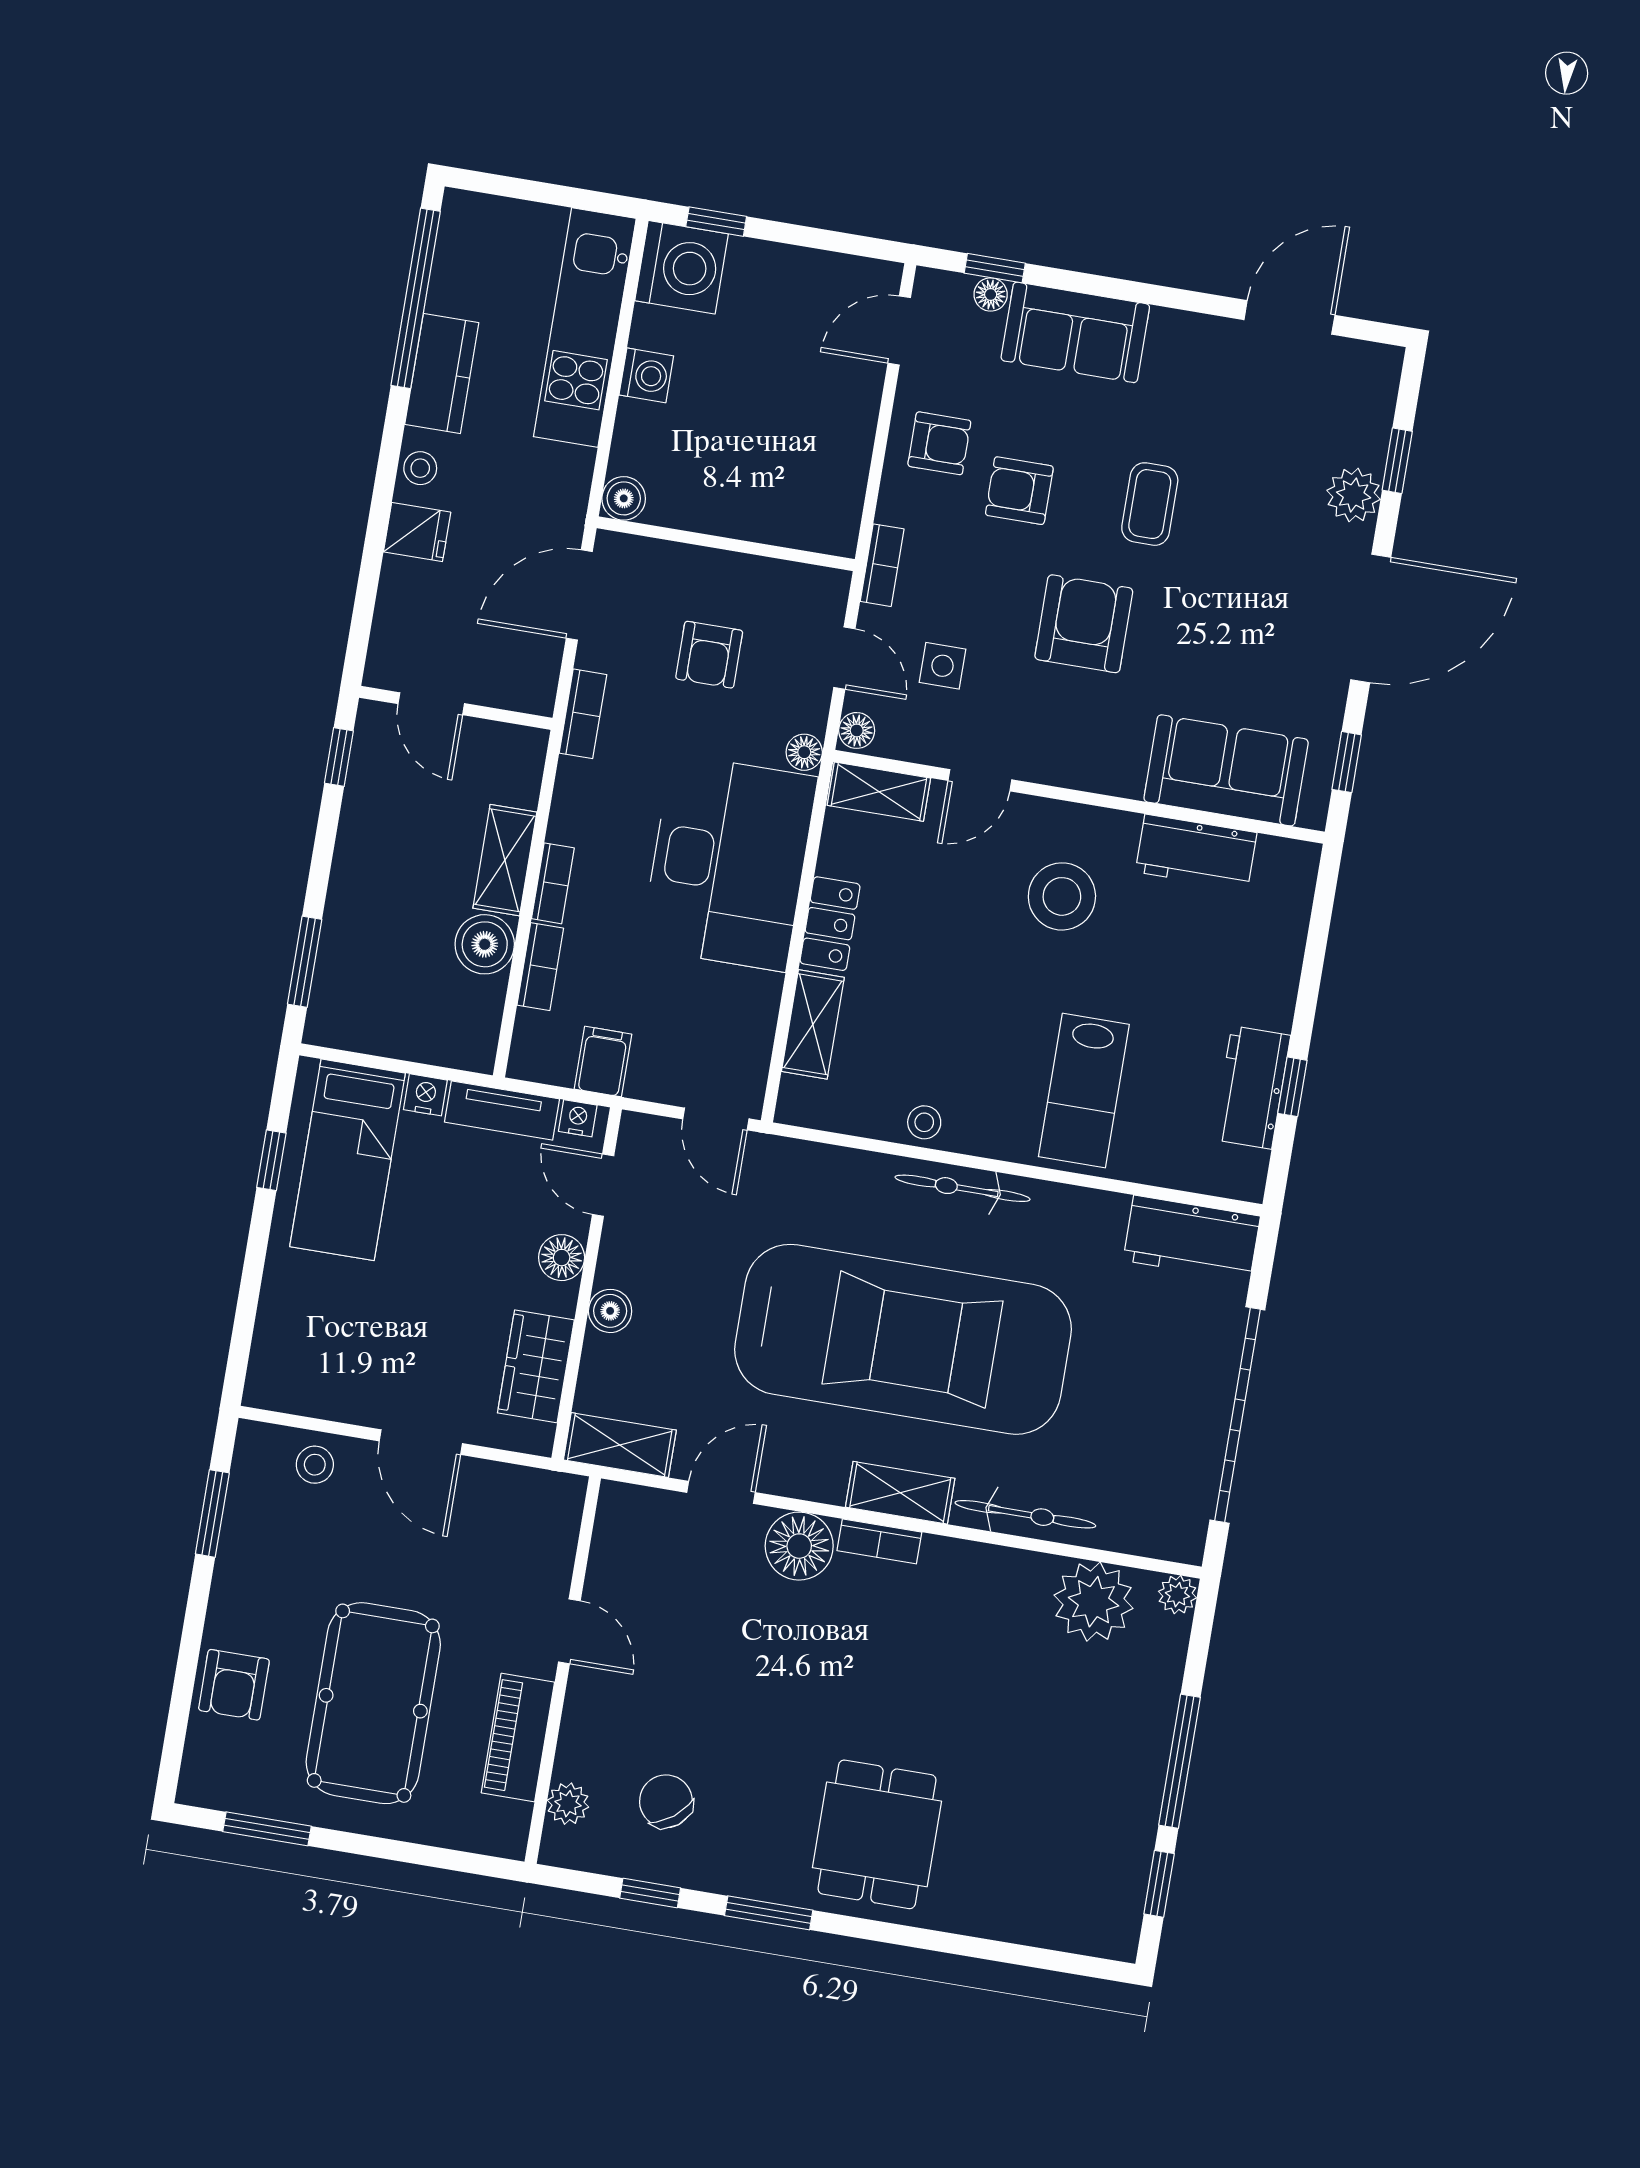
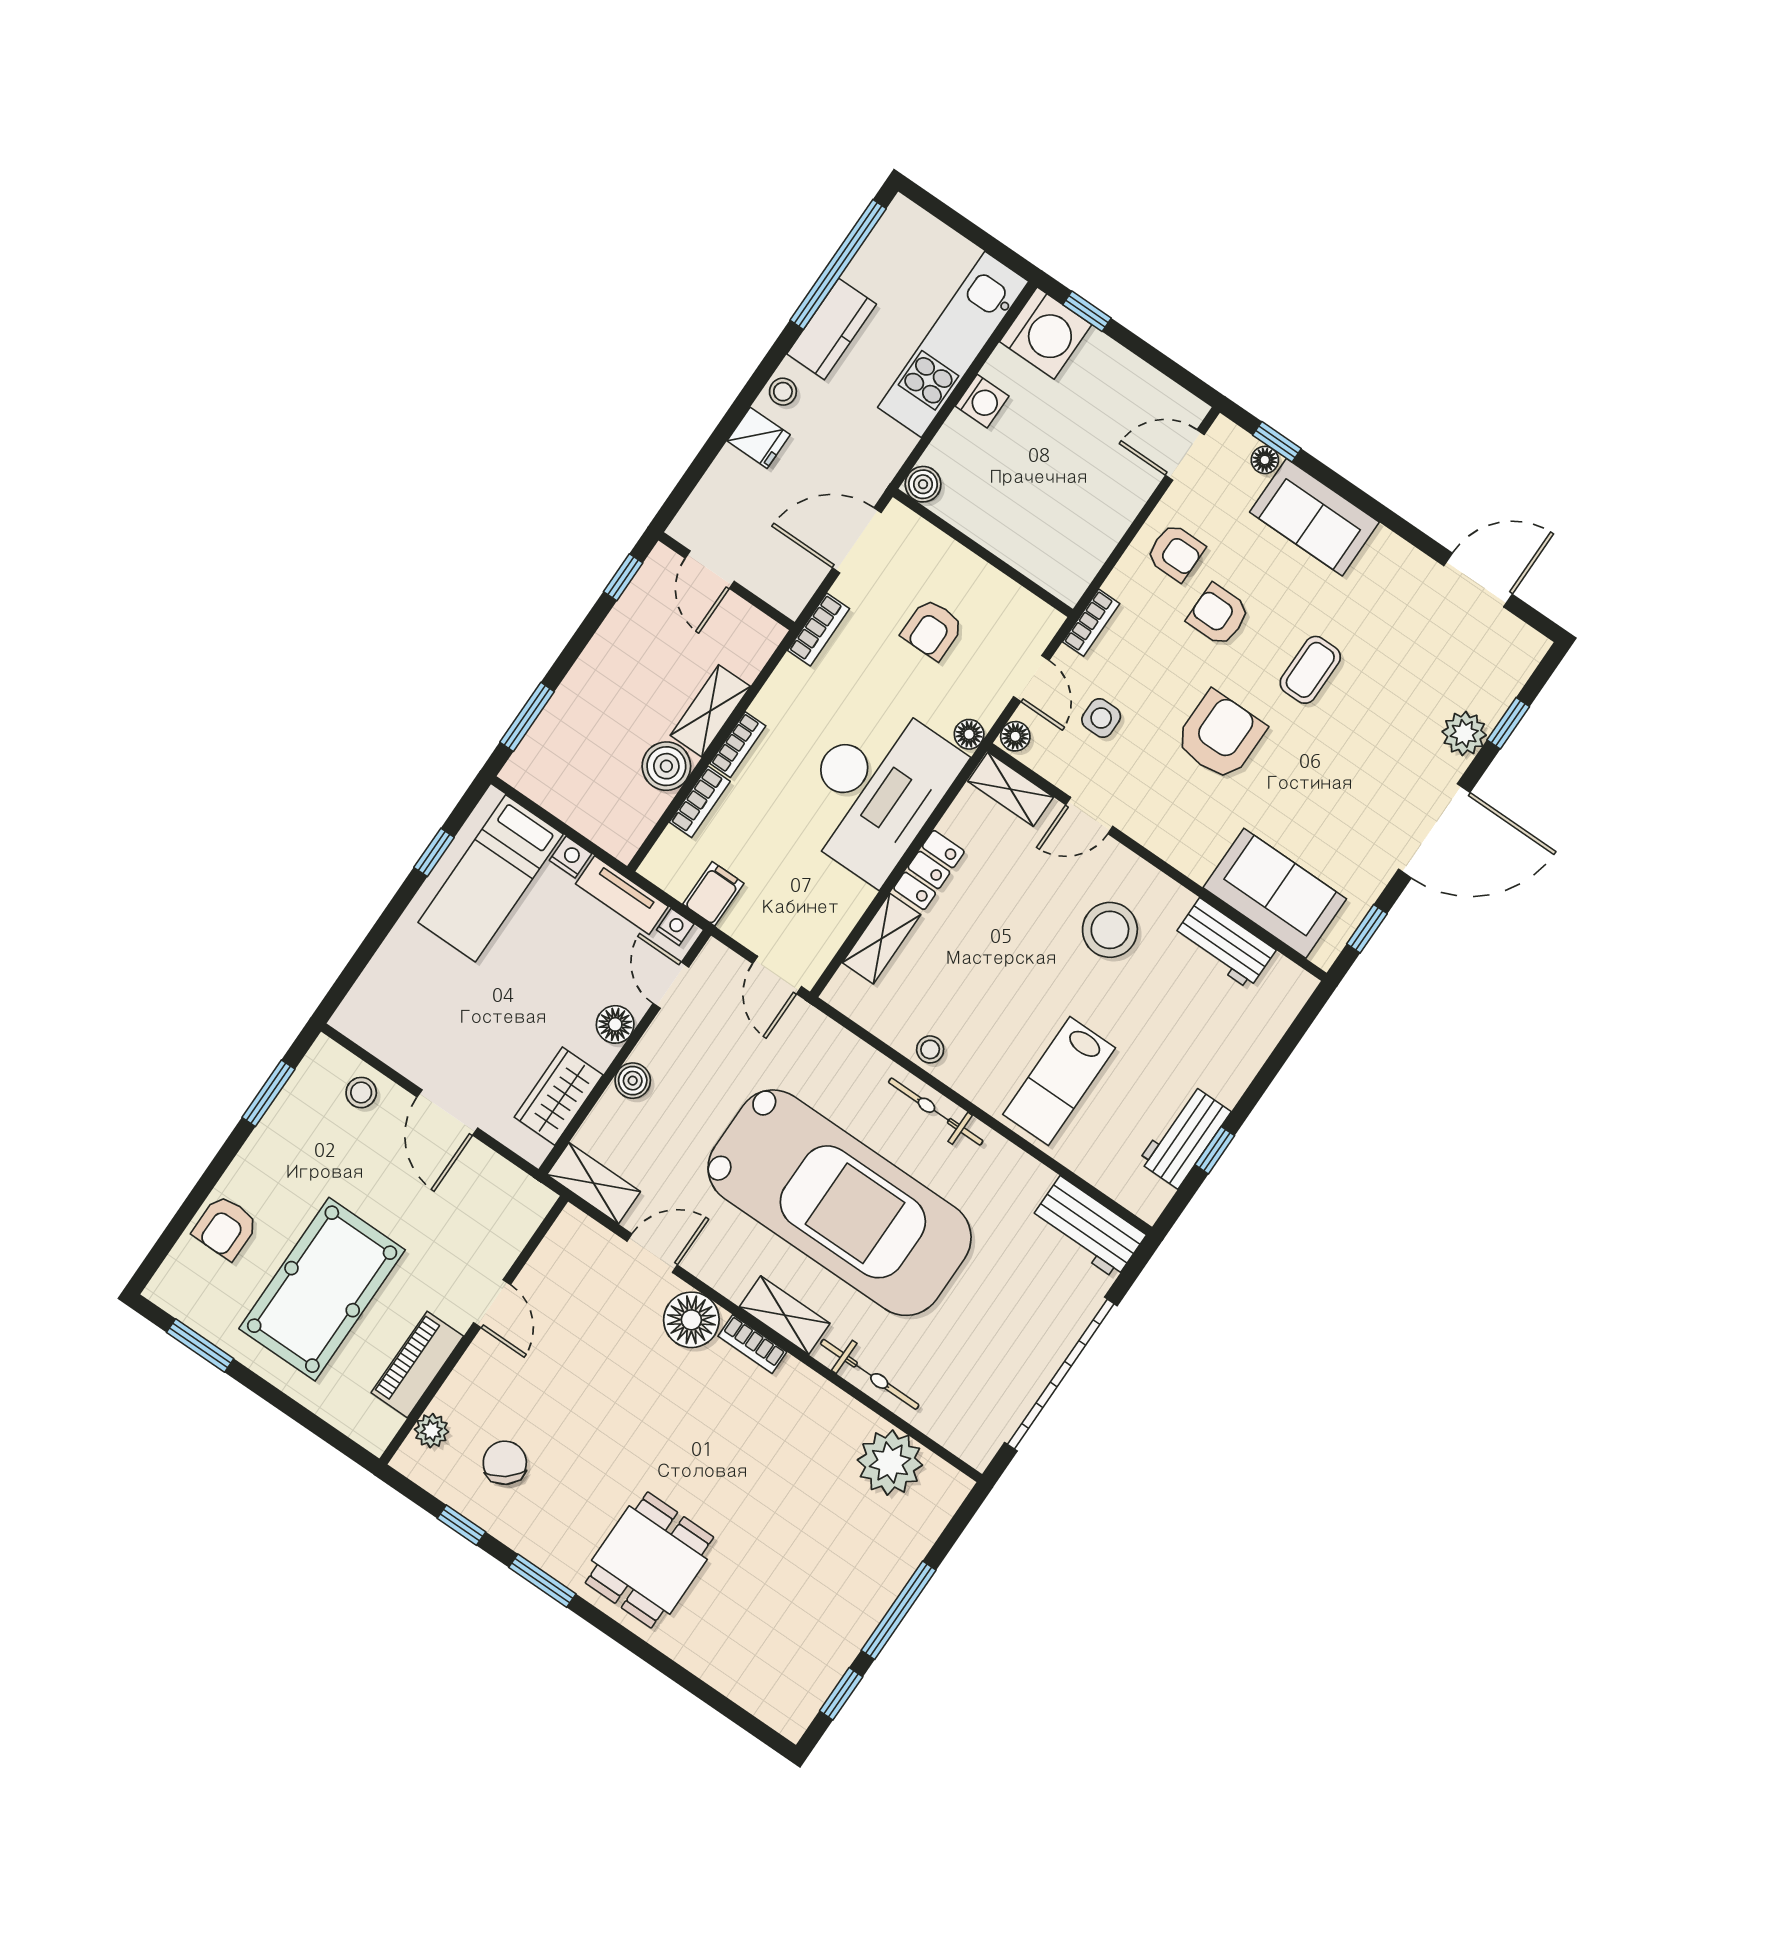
plant: (1177, 1595) -> (955, 1486), removed

